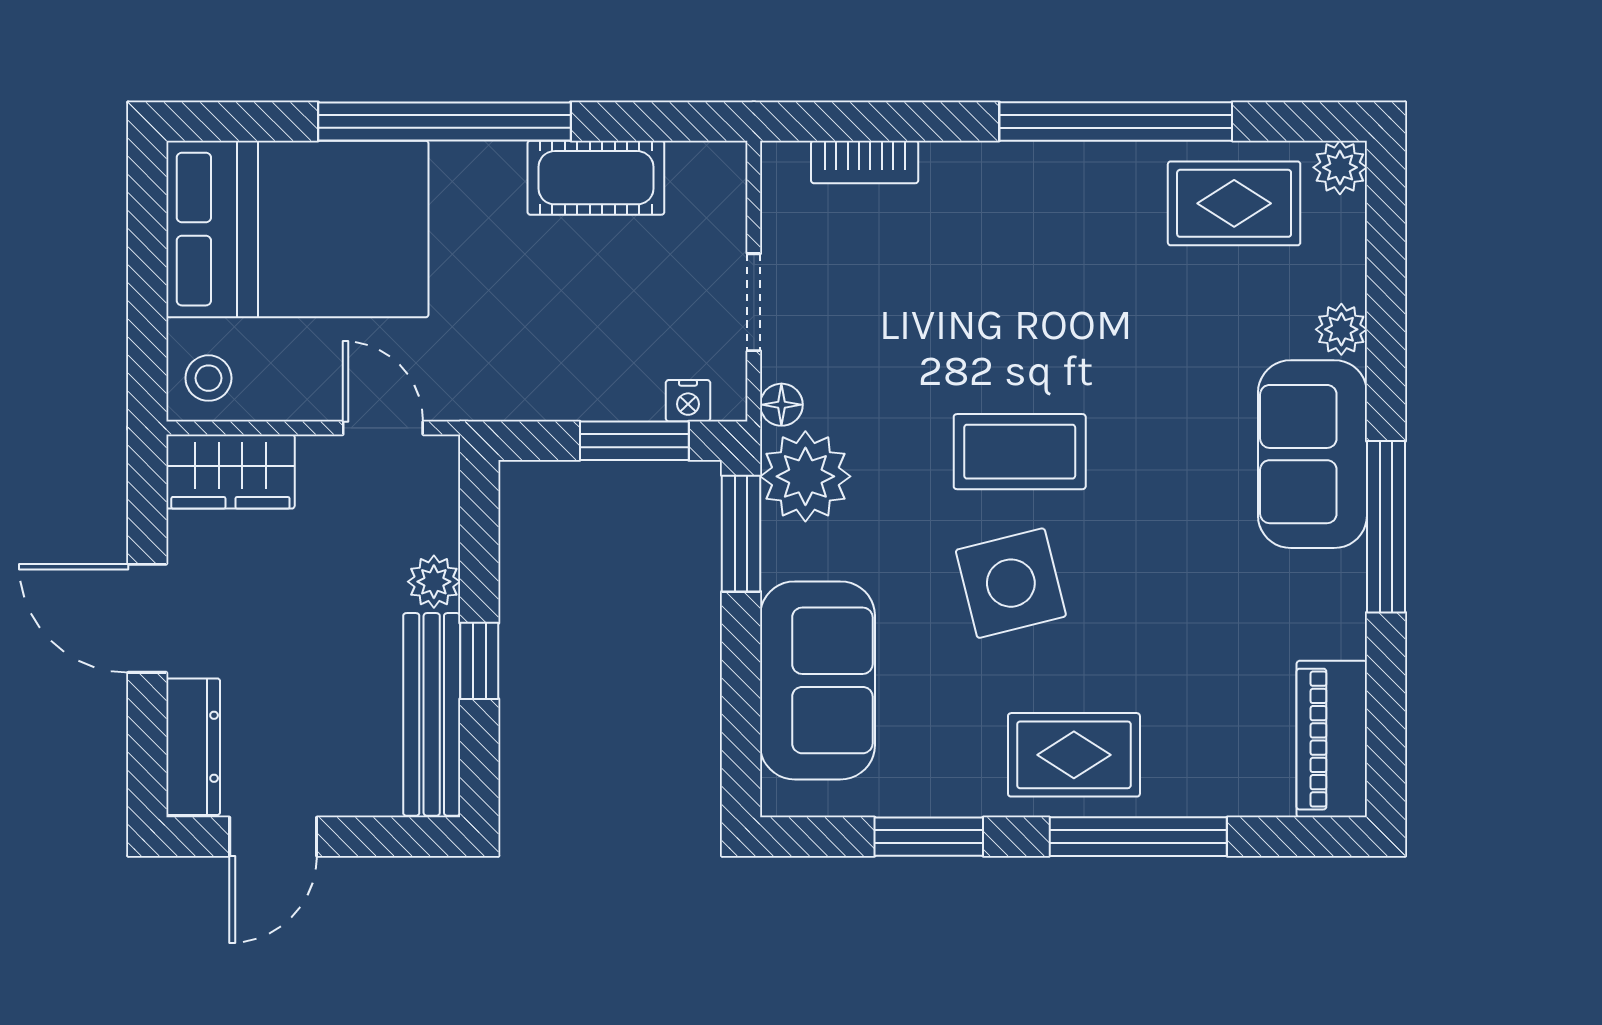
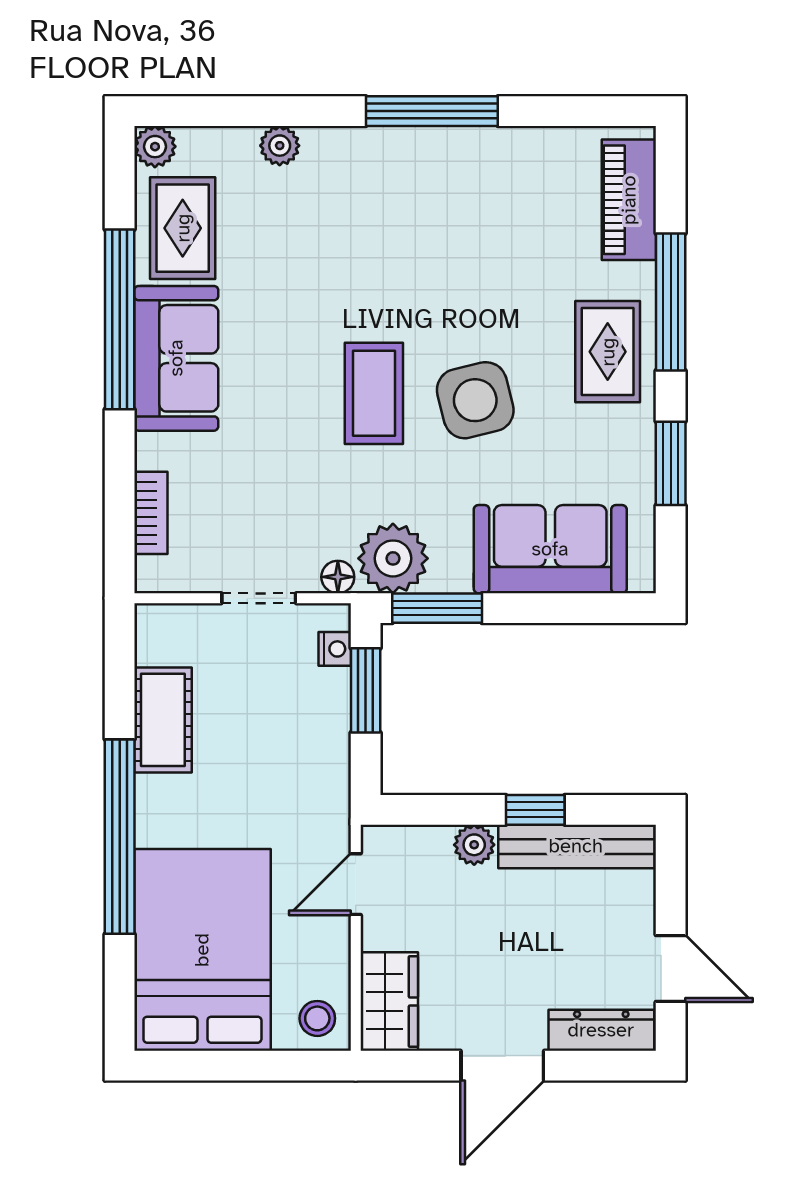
sofa: (1312, 454) -> (176, 358), moved, turned -90
piano: (1332, 739) -> (629, 200), moved, turned 90

